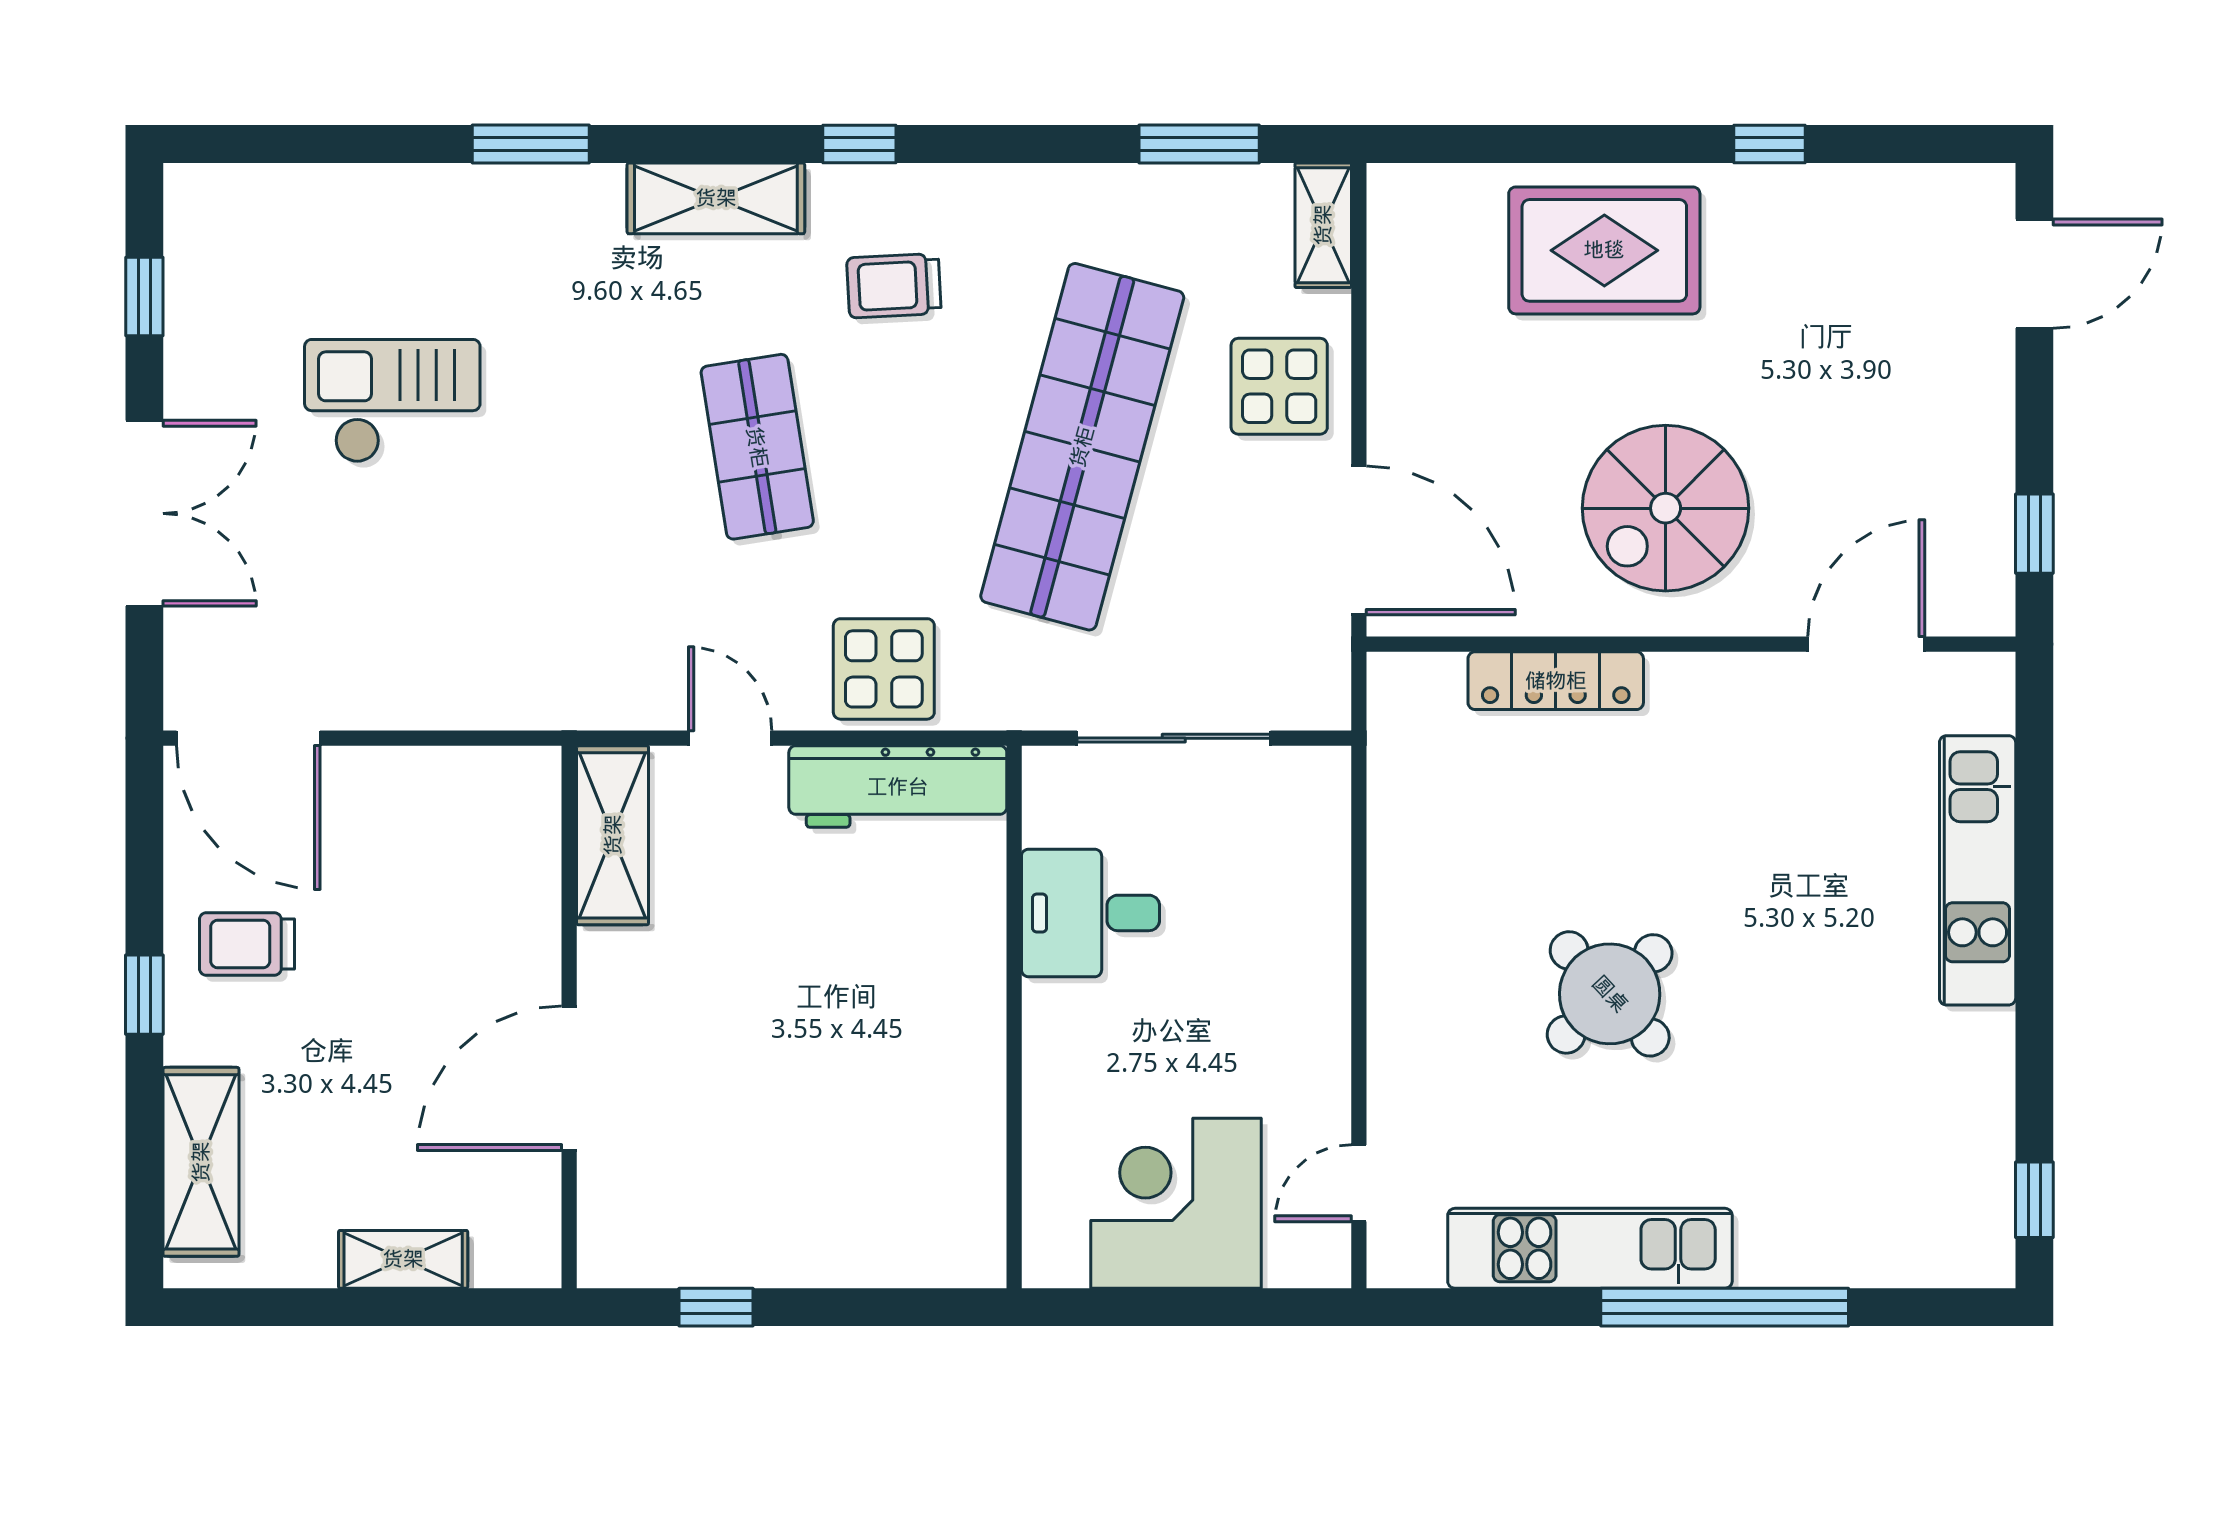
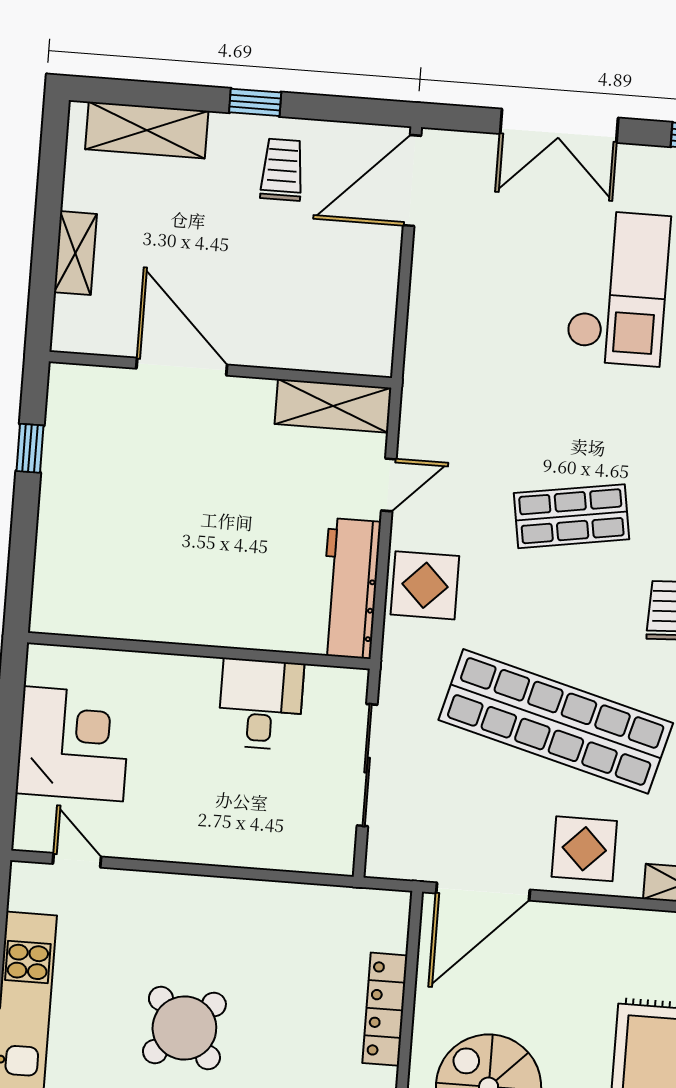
checkout: (392, 401) -> (618, 288), width x1.36, depth x1.21

